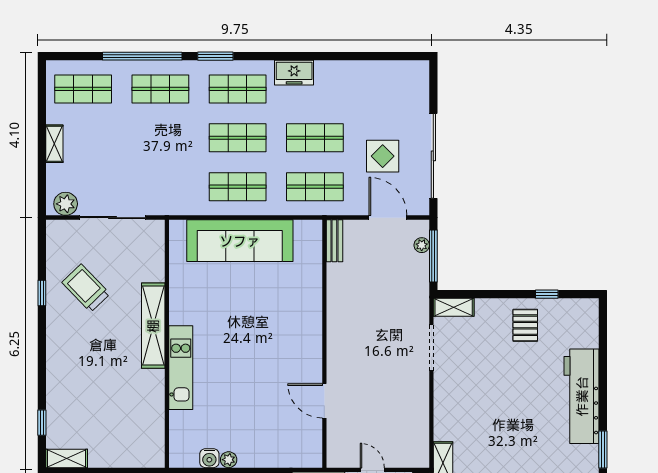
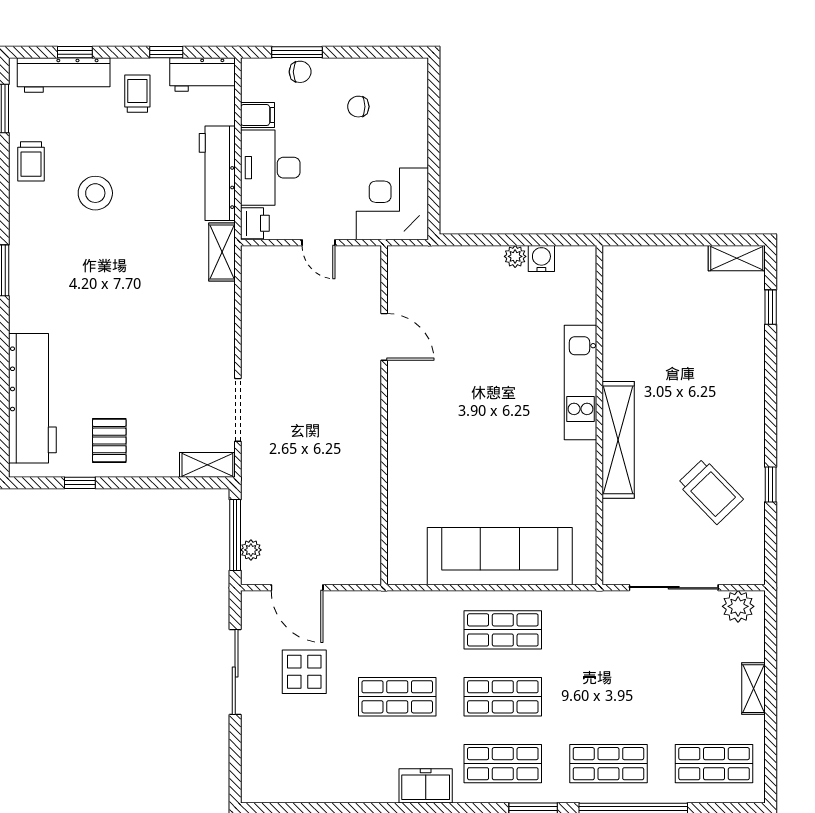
sliding door: (433, 156) -> (235, 672), width x0.73
shop shelf: (315, 187) -> (397, 630), removed
bench: (334, 241) -> (370, 556), removed
workbench: (582, 396) -> (32, 398), moved

